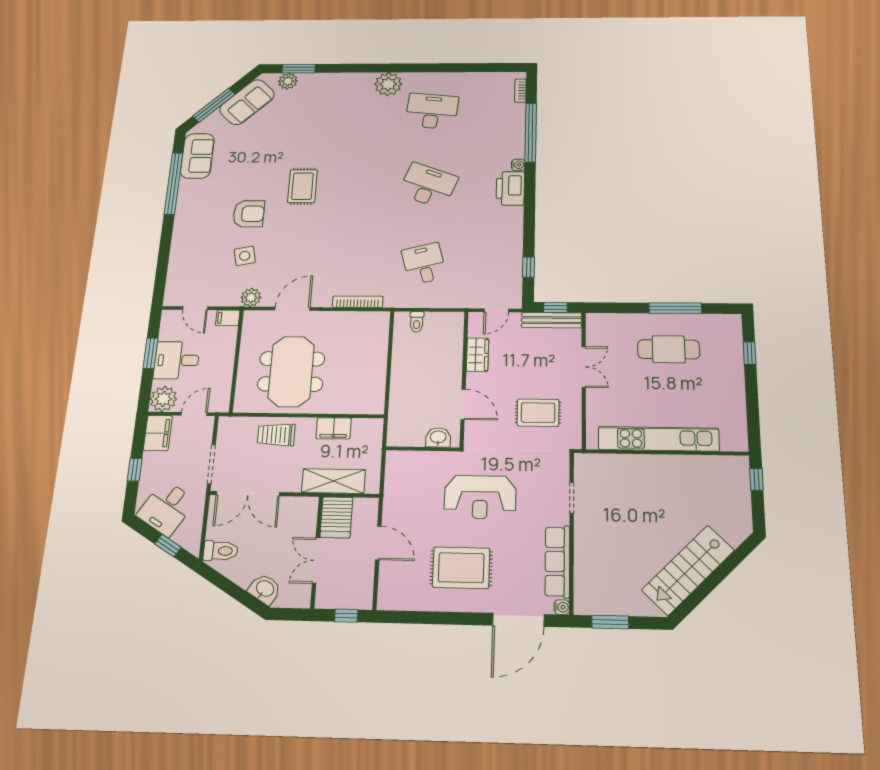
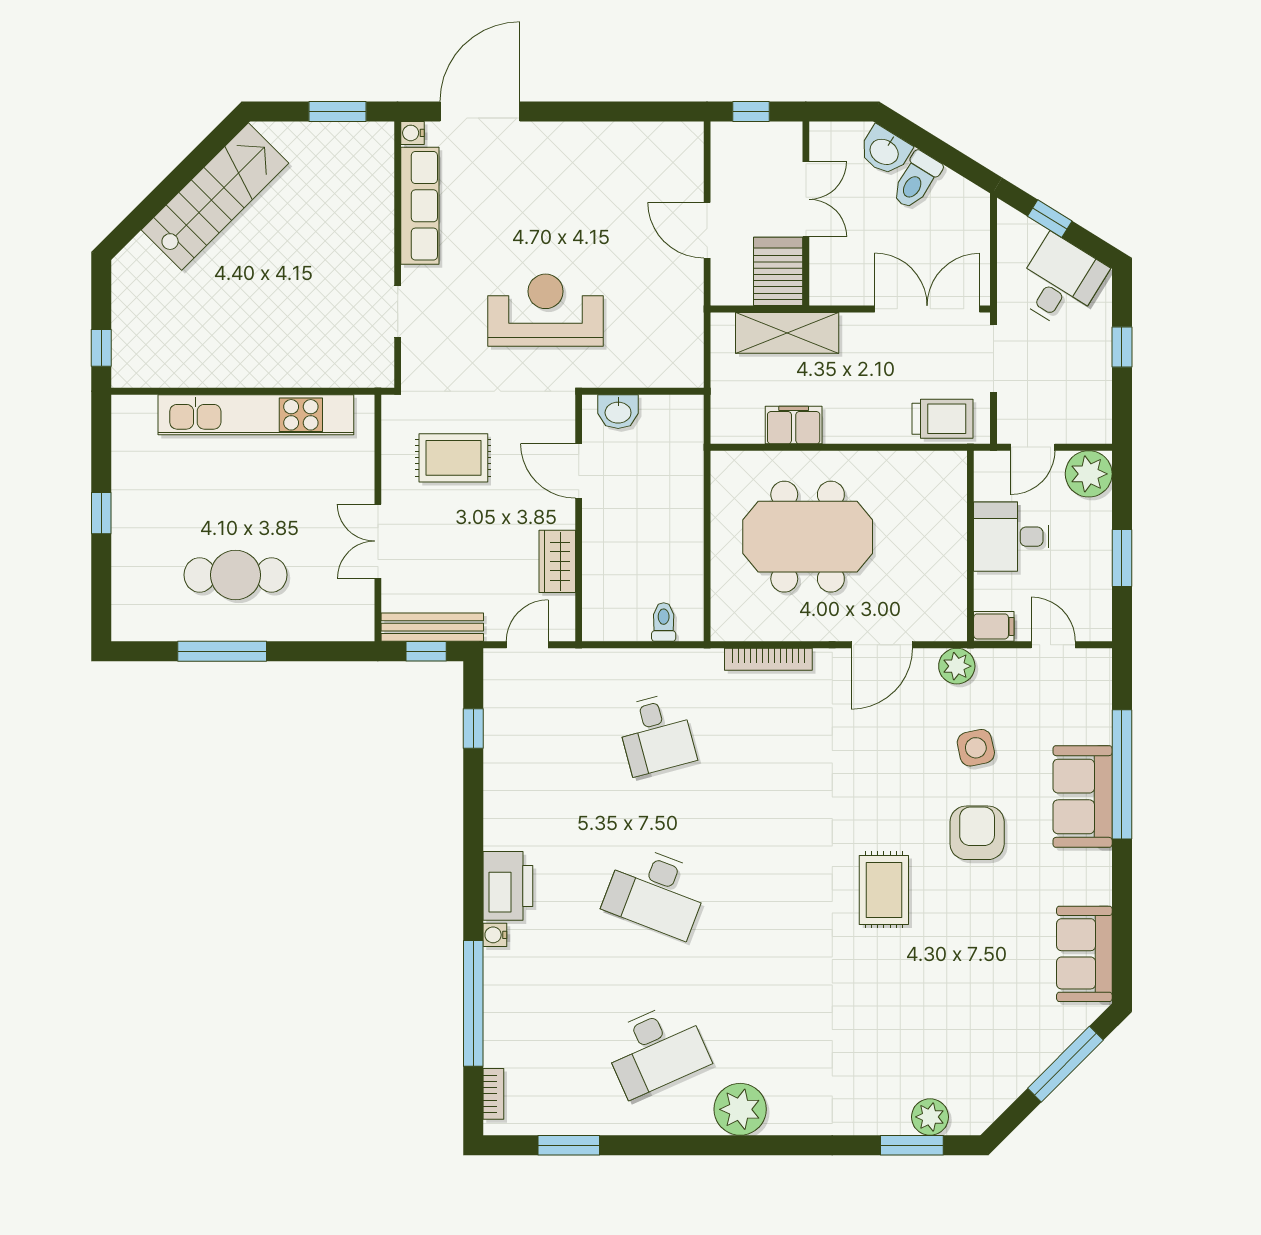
window: (481, 68) -> (569, 1145), added
sofa: (247, 102) -> (1083, 796), moved, turned -45
desk: (432, 111) -> (656, 1049), turned -30
window: (174, 183) -> (1122, 774), moved
armchair: (249, 214) -> (977, 833), turned 90
window: (750, 353) -> (101, 513), moved
desk: (177, 360) -> (1011, 537), moved, turned 180
meeting table: (291, 371) -> (808, 537), moved, turned 90
filing cabinet: (158, 433) -> (1091, 412), removed
trolley: (276, 435) -> (942, 419), moved
toilet: (221, 551) -> (916, 180), moved, turned -58
rug: (461, 568) -> (572, 192), removed

